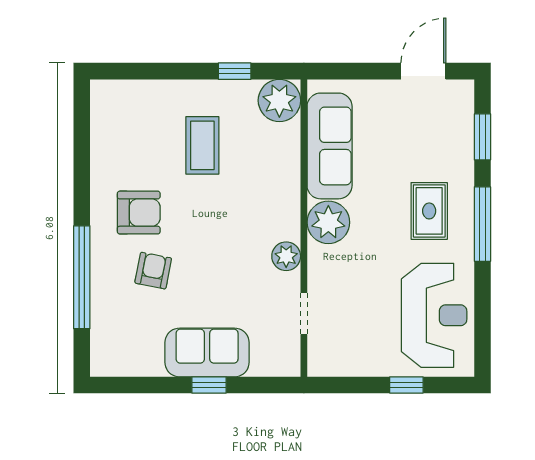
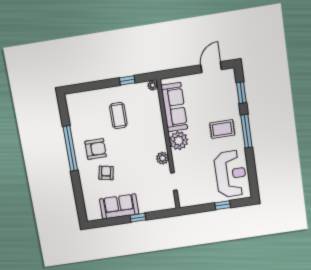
plant: (279, 100) -> (153, 85), width x0.53, depth x0.53
rug: (429, 211) -> (222, 129), turned 90
window: (82, 277) -> (70, 148), moved
sofa: (207, 352) -> (119, 206), moved

